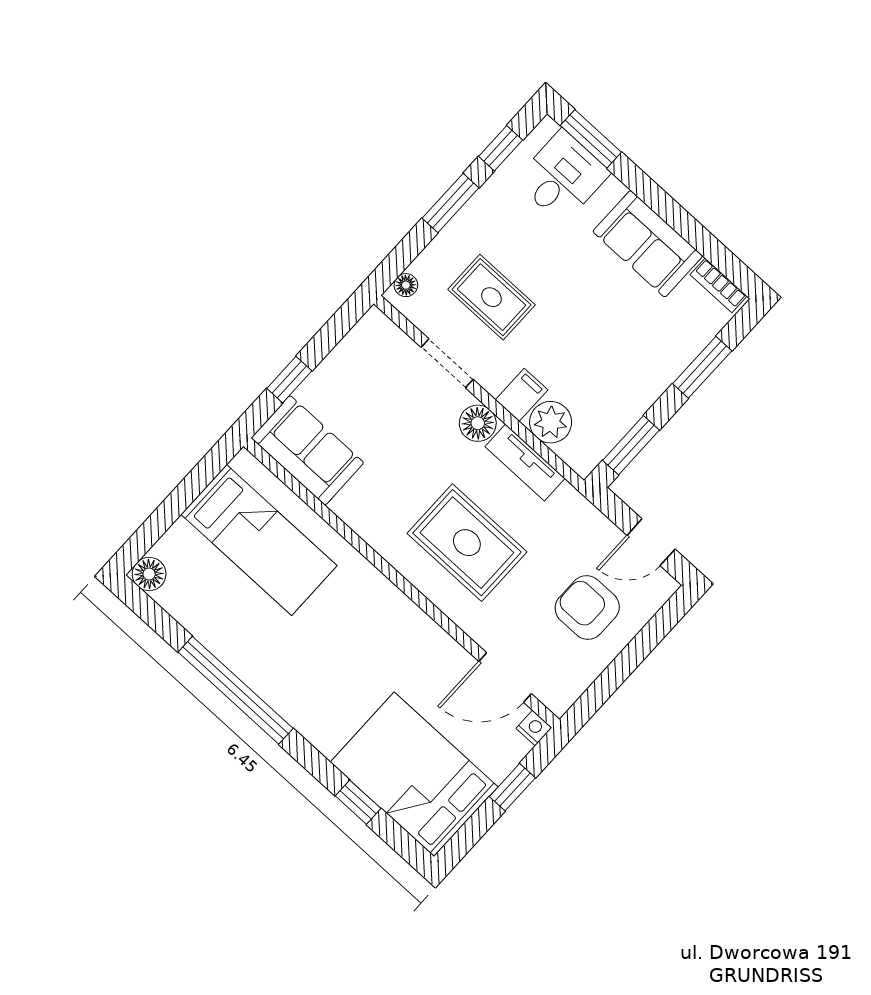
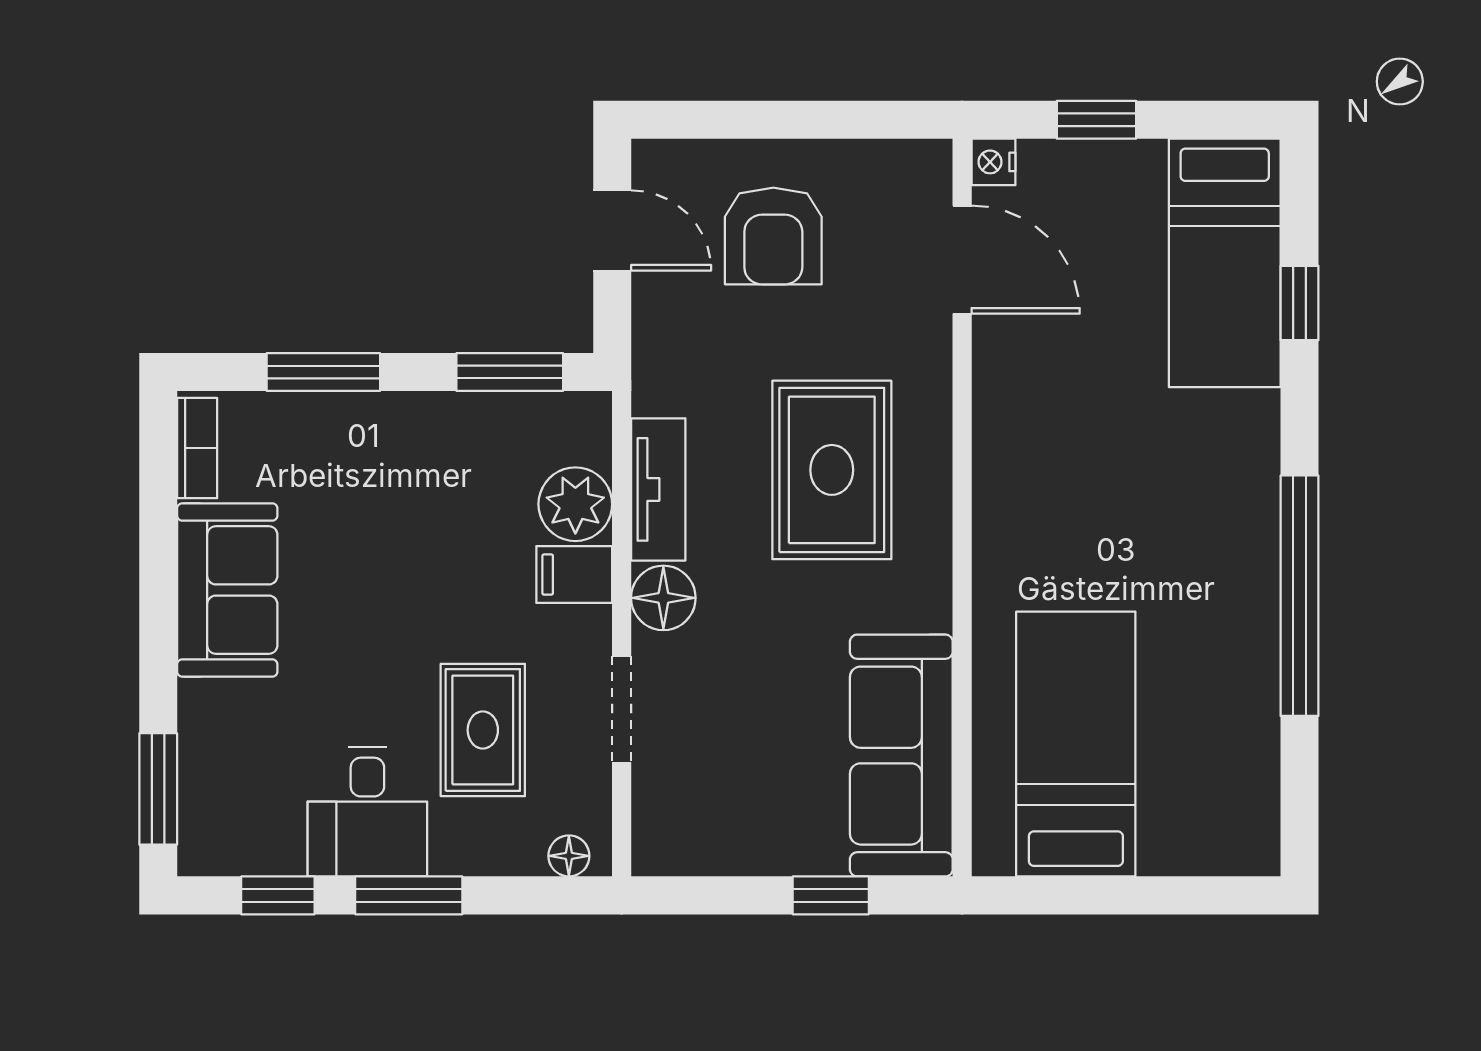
desk: (562, 177) -> (367, 812), moved, turned -90
sofa: (307, 450) -> (901, 756), width x1.36
floor lamp: (149, 574) -> (1251, 847), removed
bed: (414, 774) -> (1225, 263), width x0.67

